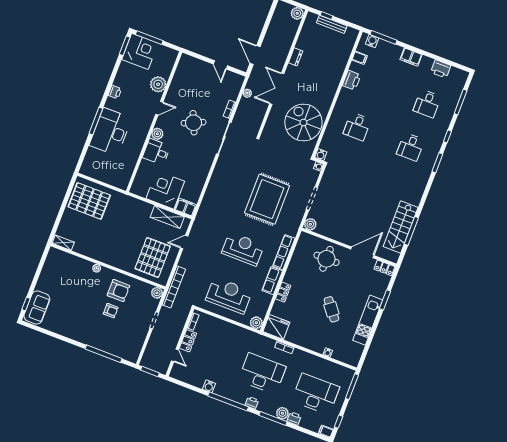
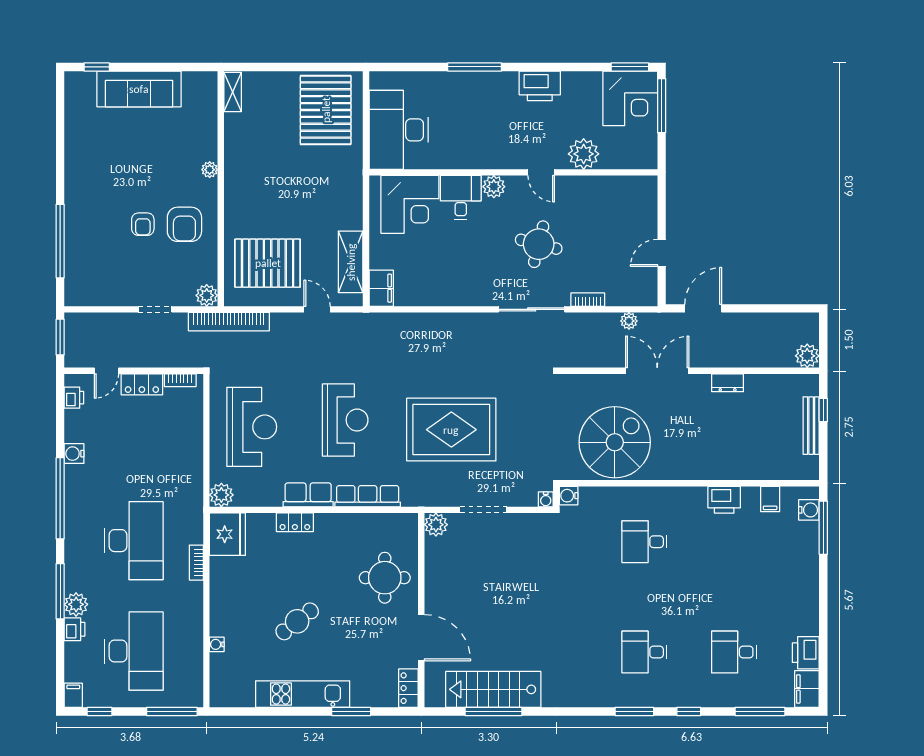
filing cabinet: (411, 57) -> (807, 689), moved
printer: (115, 92) -> (540, 86), width x1.87, depth x1.48
round table: (194, 123) -> (539, 244), turned 38
desk: (110, 132) -> (399, 130), moved, turned -90
corner desk: (165, 190) -> (410, 204), moved, turned 90
sofa: (37, 307) -> (139, 89), moved, width x1.36
printer: (252, 403) -> (74, 398), moved

